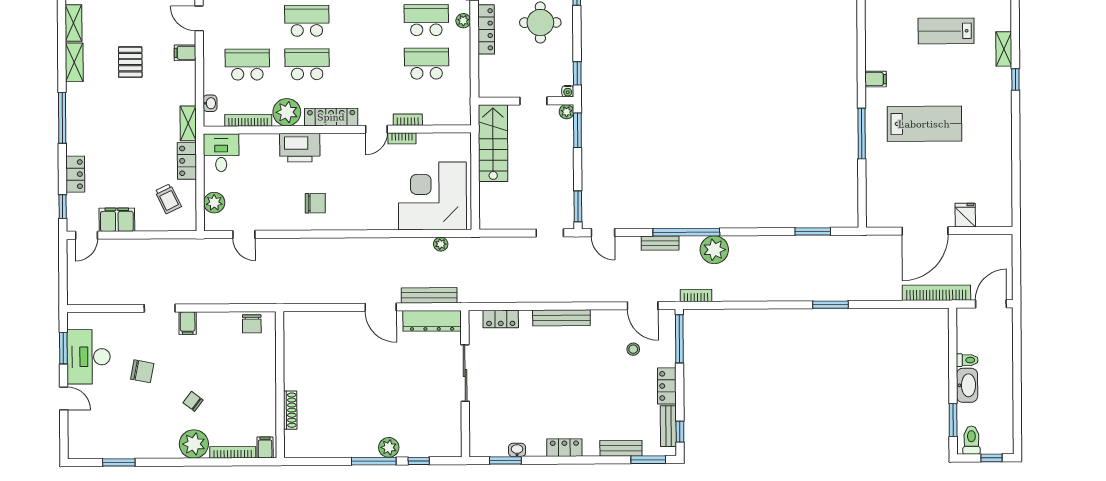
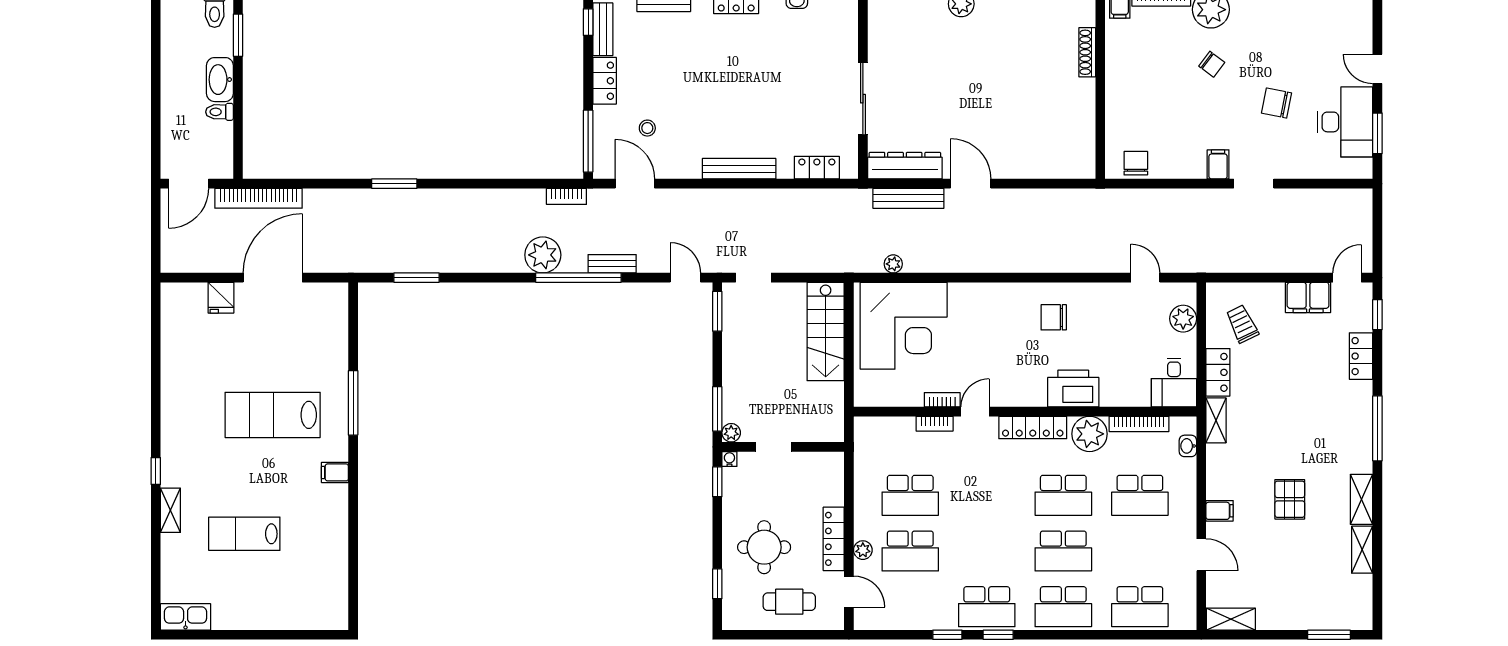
lab bench: (946, 31) -> (244, 534), turned 180
stairs: (493, 143) -> (826, 332), moved

